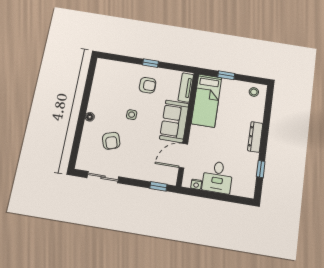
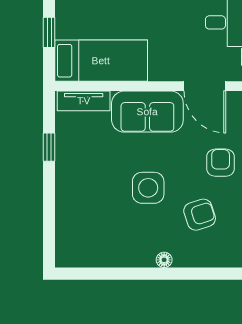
window: (151, 63) -> (49, 147), moved
armchair: (148, 85) -> (221, 163), moved
side table: (132, 115) -> (148, 188), width x1.87, depth x1.87

